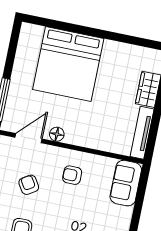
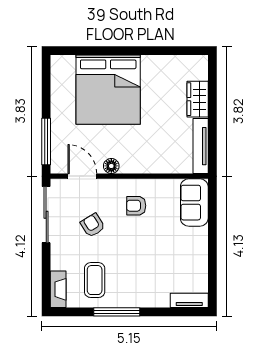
door: (29, 138) -> (82, 176), hinge flipped

